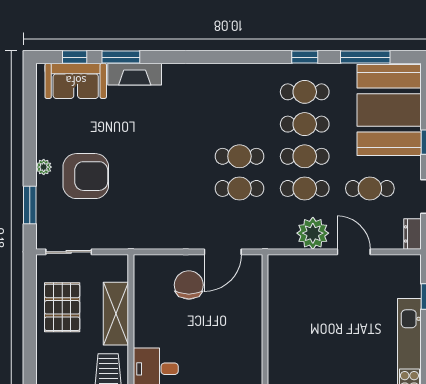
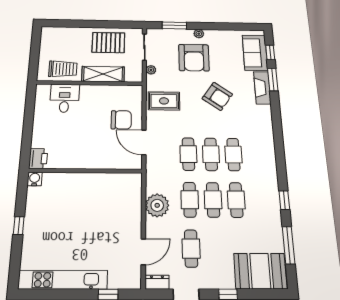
cafe table: (305, 92) -> (233, 154), moved
booth: (389, 110) -> (260, 271), width x0.73, depth x0.70
armchair: (150, 143) -> (217, 96), added
rug: (158, 223) -> (164, 101), added
plant: (108, 242) -> (151, 70), added
door: (354, 252) -> (143, 252), moved

